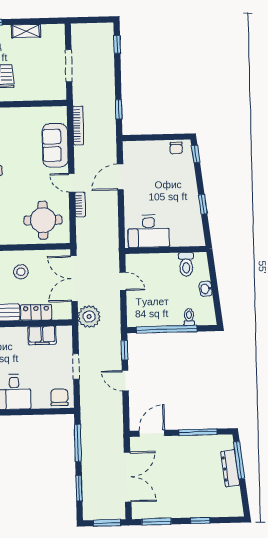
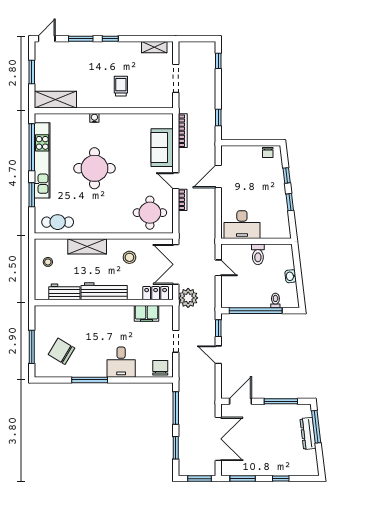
shelving: (26, 31) -> (154, 47), moved
window: (196, 154) -> (287, 175), moved
toilet: (186, 264) -> (258, 254), moved
locker: (36, 312) -> (156, 293), moved

